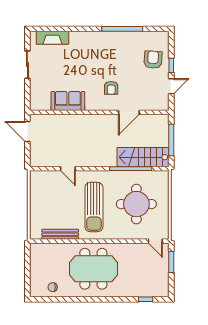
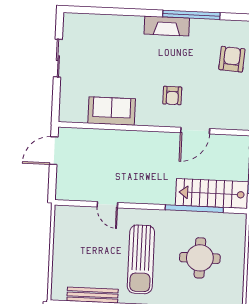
fireplace: (53, 38) -> (167, 26), moved
door: (27, 132) -> (54, 151), hinge flipped
round table: (136, 204) -> (200, 258), width x0.73, depth x0.73

